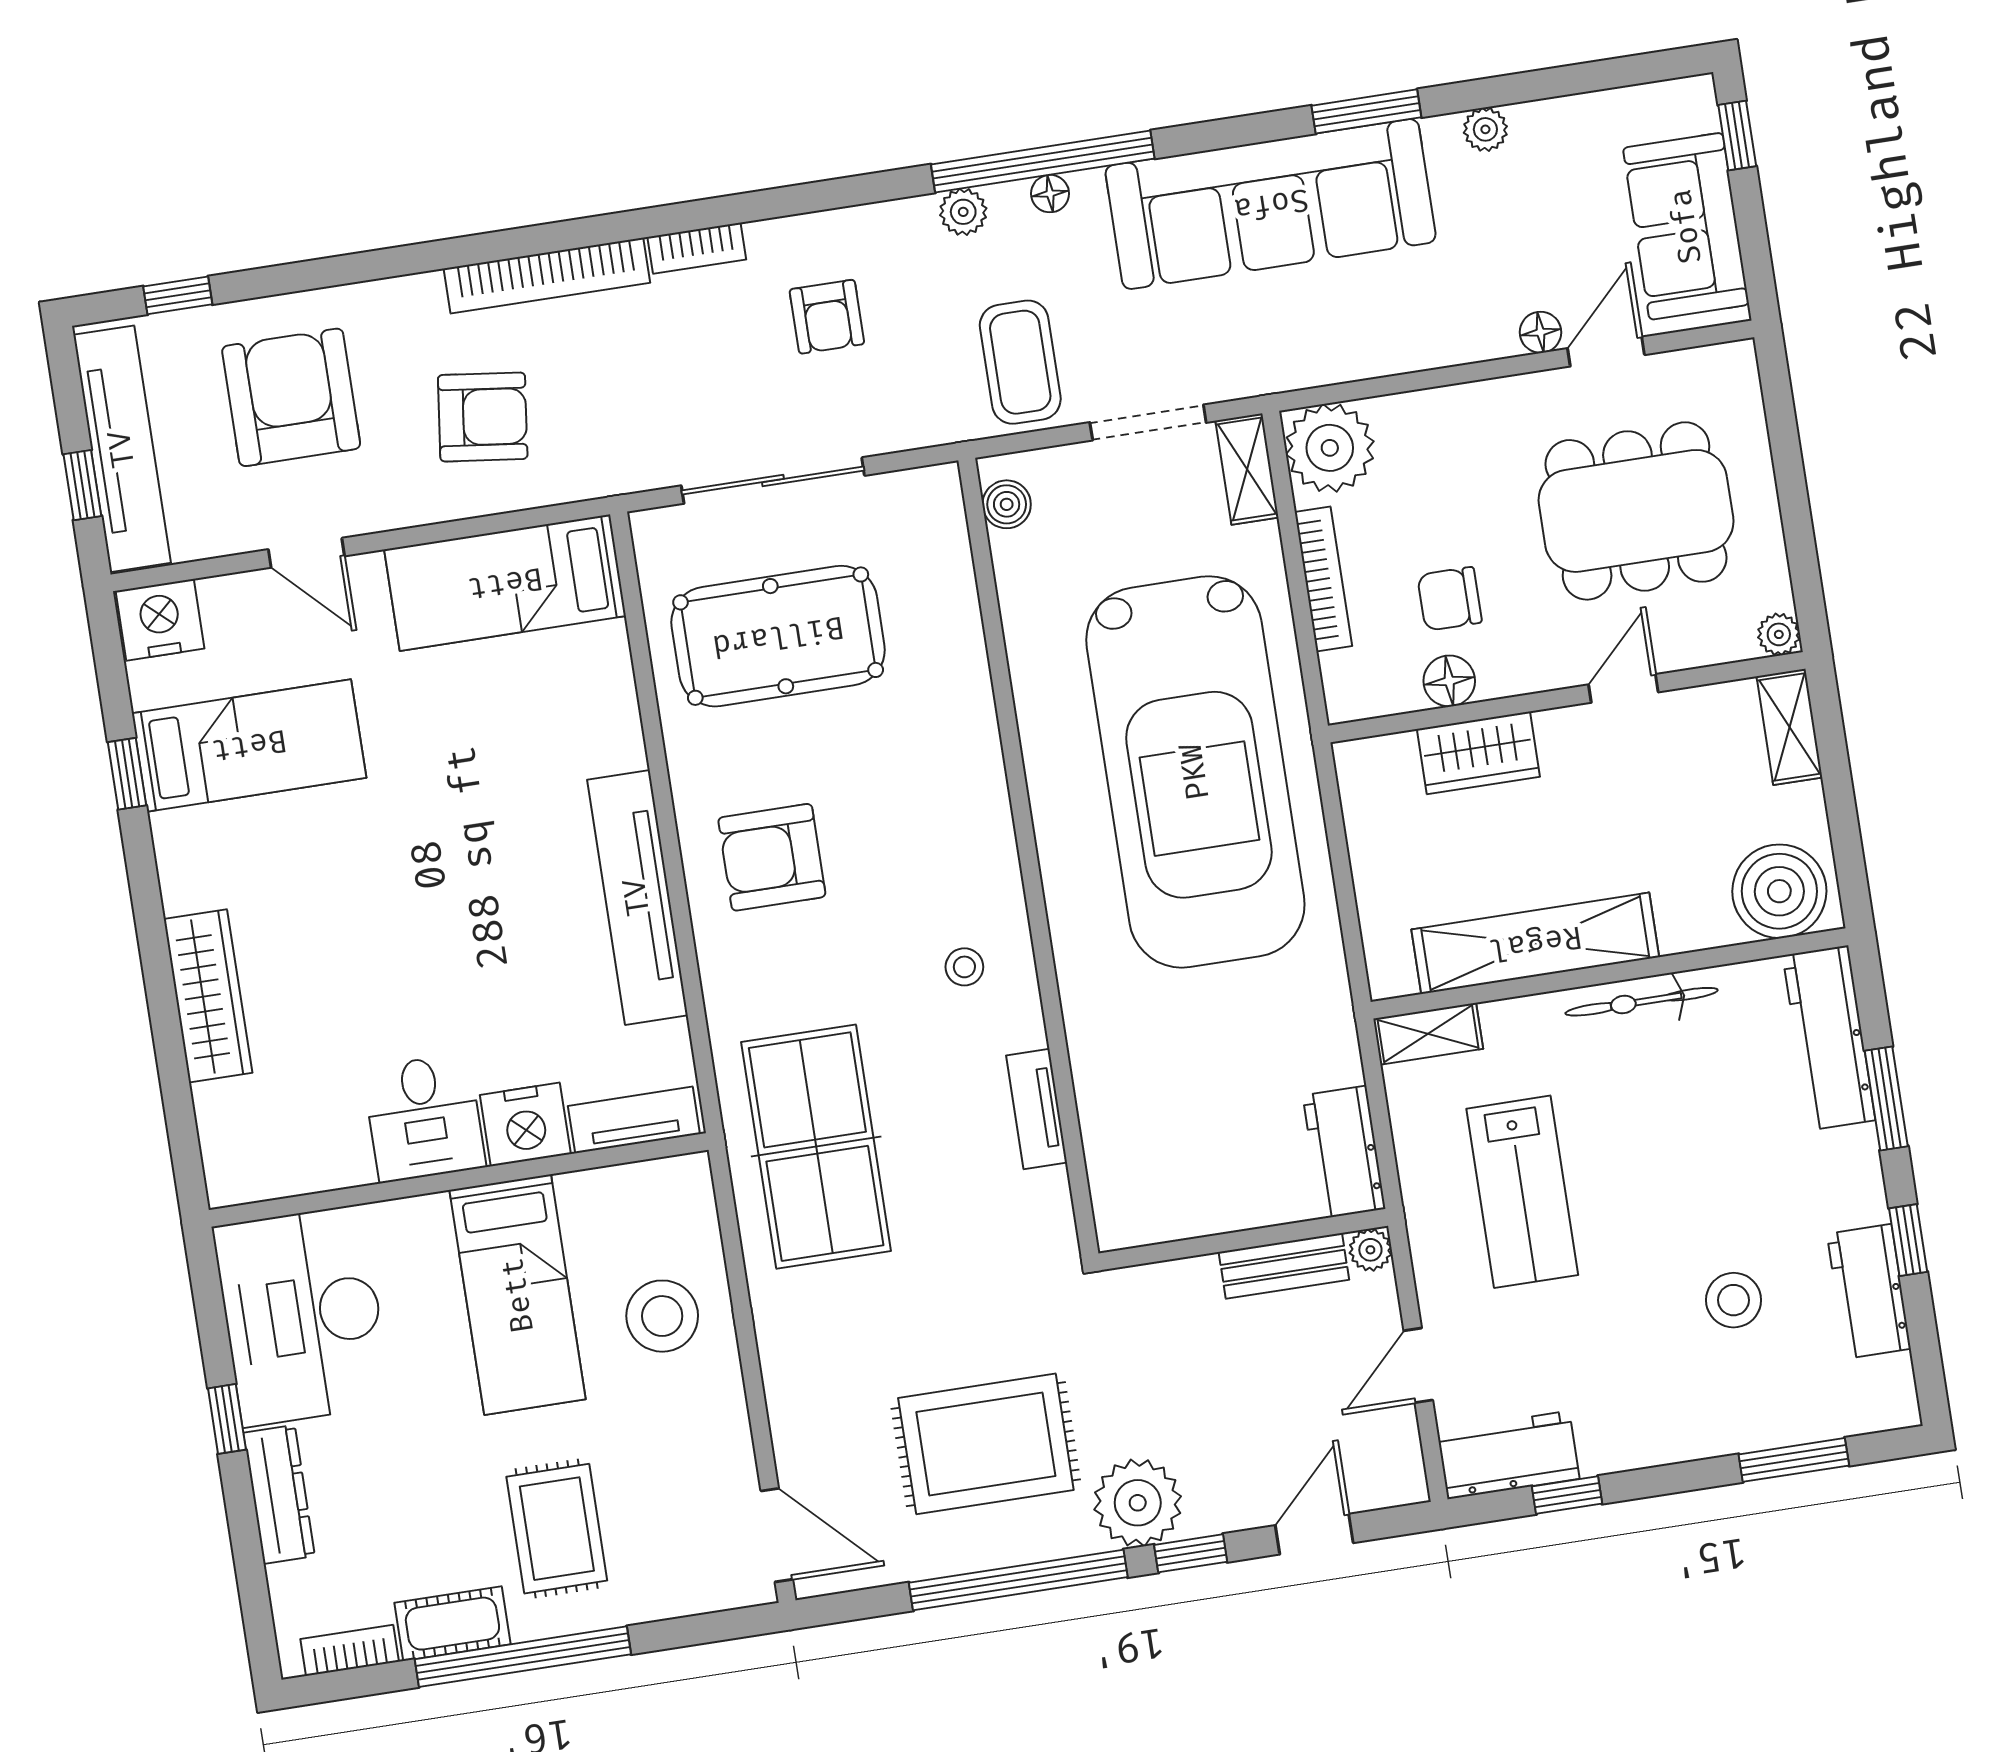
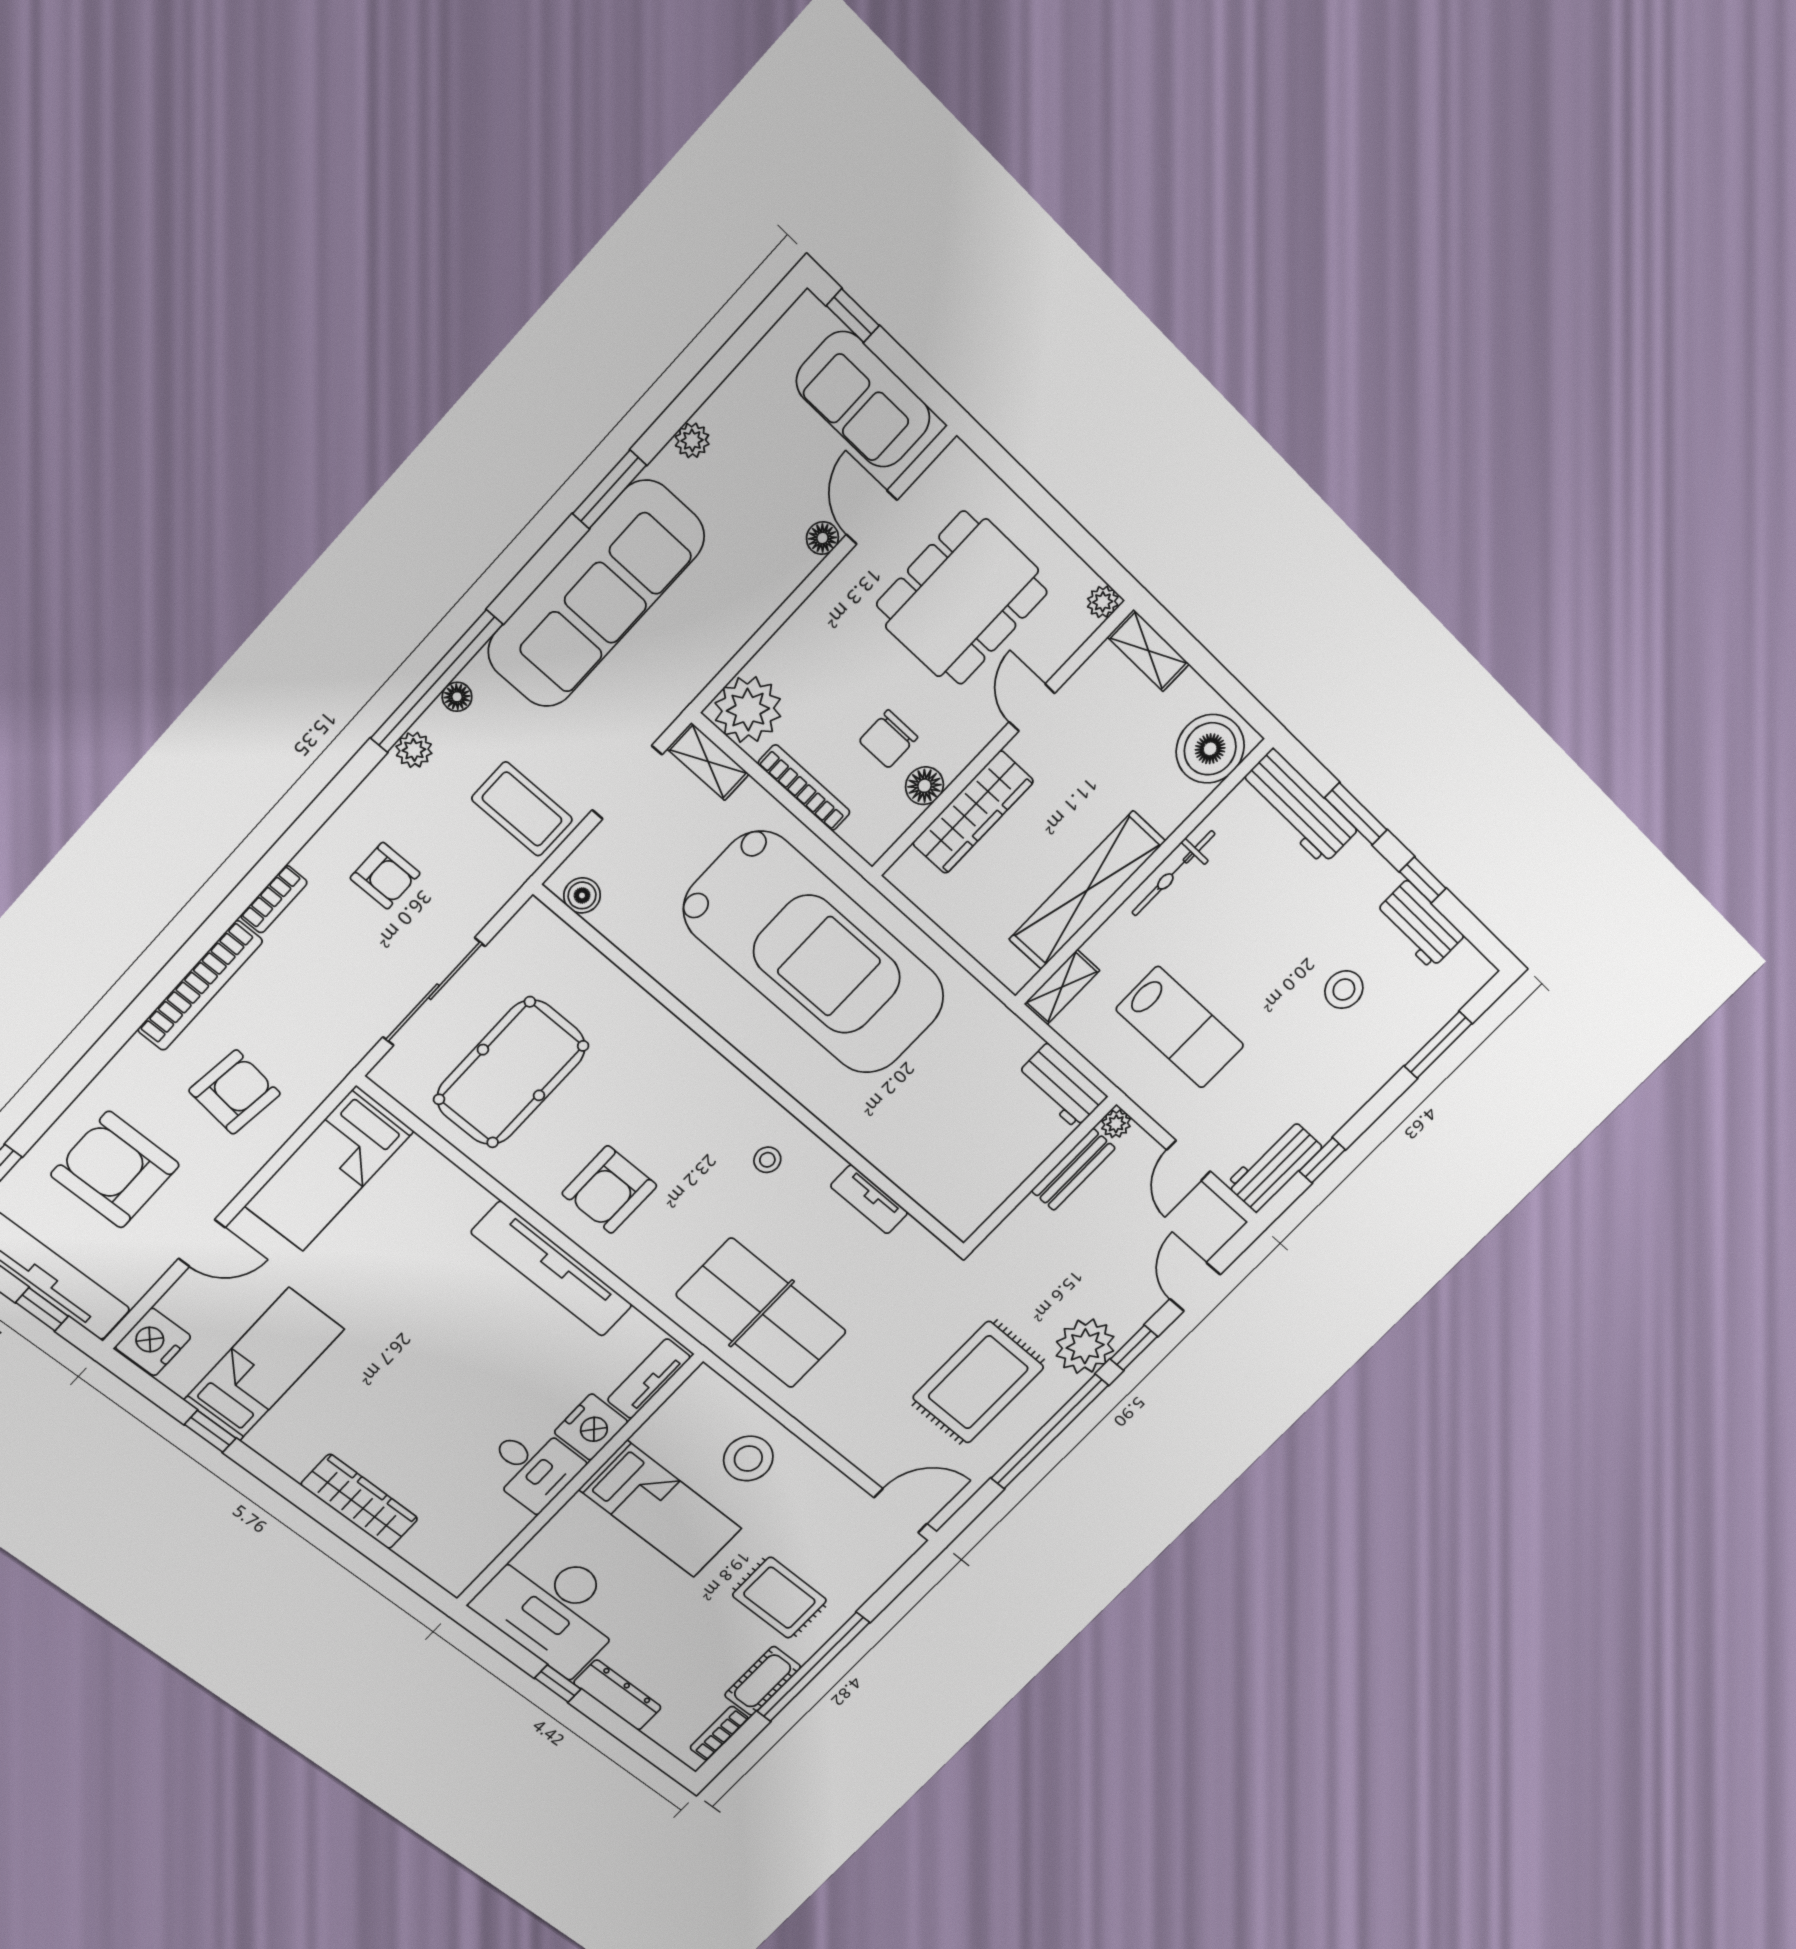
wardrobe: (1478, 753) -> (973, 812), width x1.50

